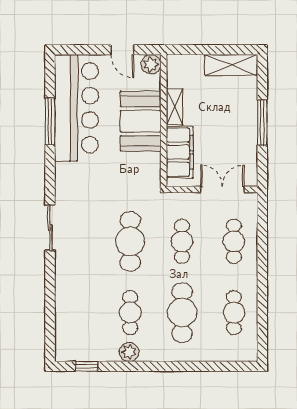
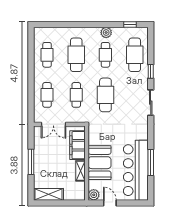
window: (50, 283) -> (151, 71), added
cafe table: (78, 313) -> (135, 55), added

